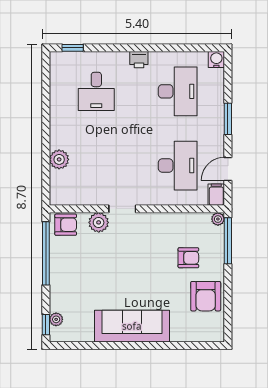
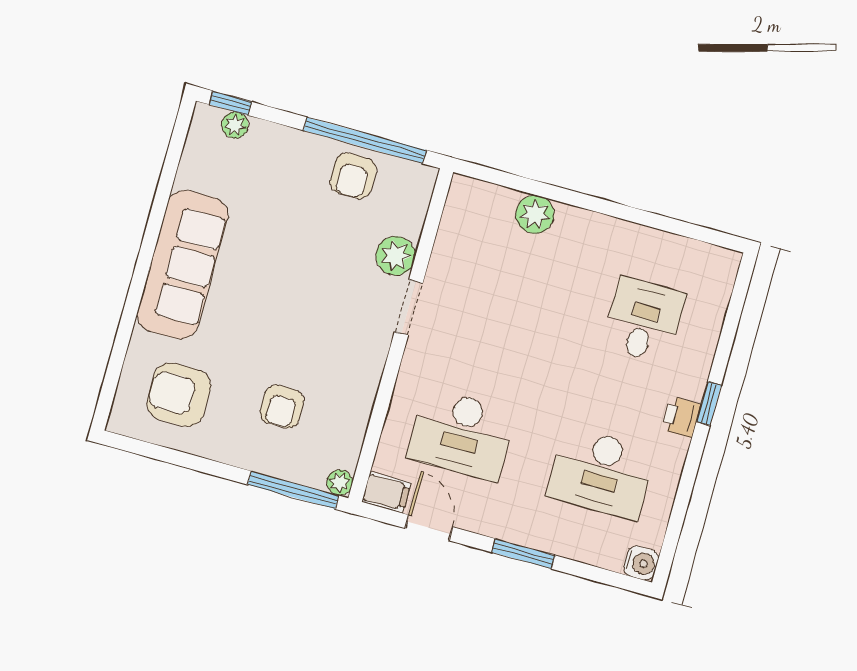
window: (73, 48) -> (709, 403), moved
desk: (96, 91) -> (644, 320), turned 90
armchair: (66, 225) -> (353, 176), moved
armchair: (206, 296) -> (179, 395), moved

